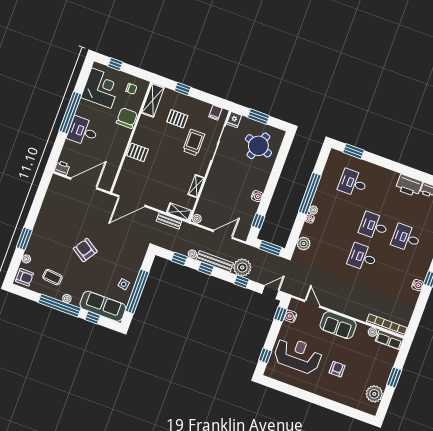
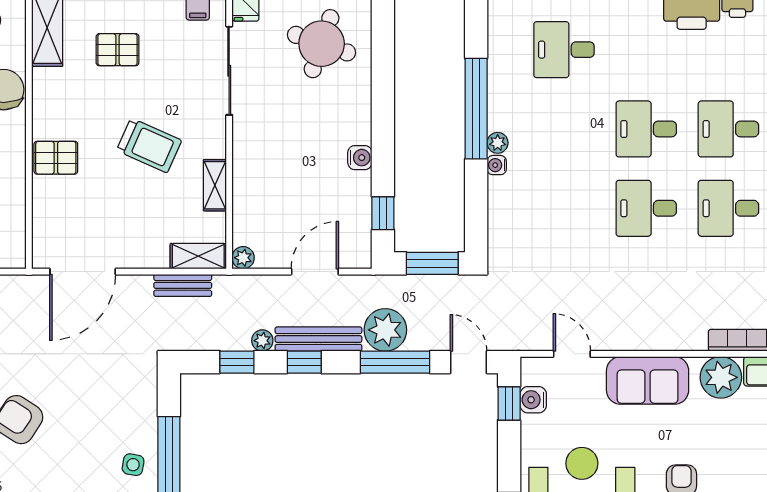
trolley: (194, 142) -> (149, 145), moved, turned 114
plant: (304, 244) -> (503, 226), removed
desk: (395, 269) -> (728, 208), added
window: (241, 282) -> (395, 362), width x2.17
door: (270, 292) -> (469, 362), hinge flipped
plant: (373, 332) -> (721, 377), width x1.88, depth x1.88

